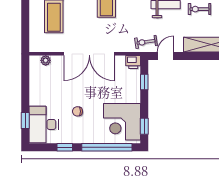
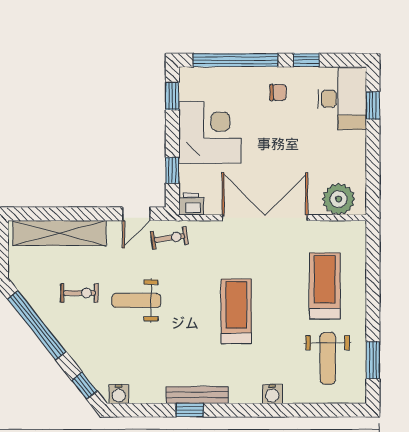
plant: (46, 60) -> (339, 199), width x1.88, depth x1.88
chair: (77, 111) -> (278, 92), moved
corner desk: (122, 122) -> (210, 132), moved

